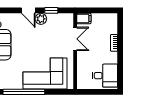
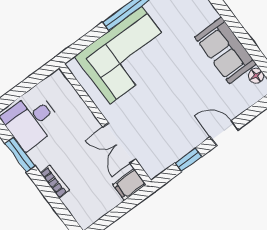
plant: (41, 19) -> (195, 135), removed
window: (120, 65) -> (20, 155), added

